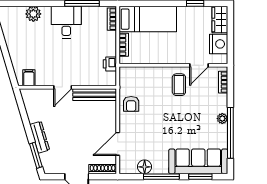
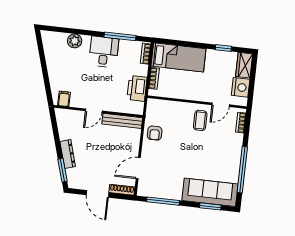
printer: (110, 64) -> (137, 88), width x1.87, depth x1.48
plant: (222, 119) -> (236, 156), removed
floor lamp: (145, 167) -> (160, 192), removed
window: (161, 177) -> (163, 201), moved

